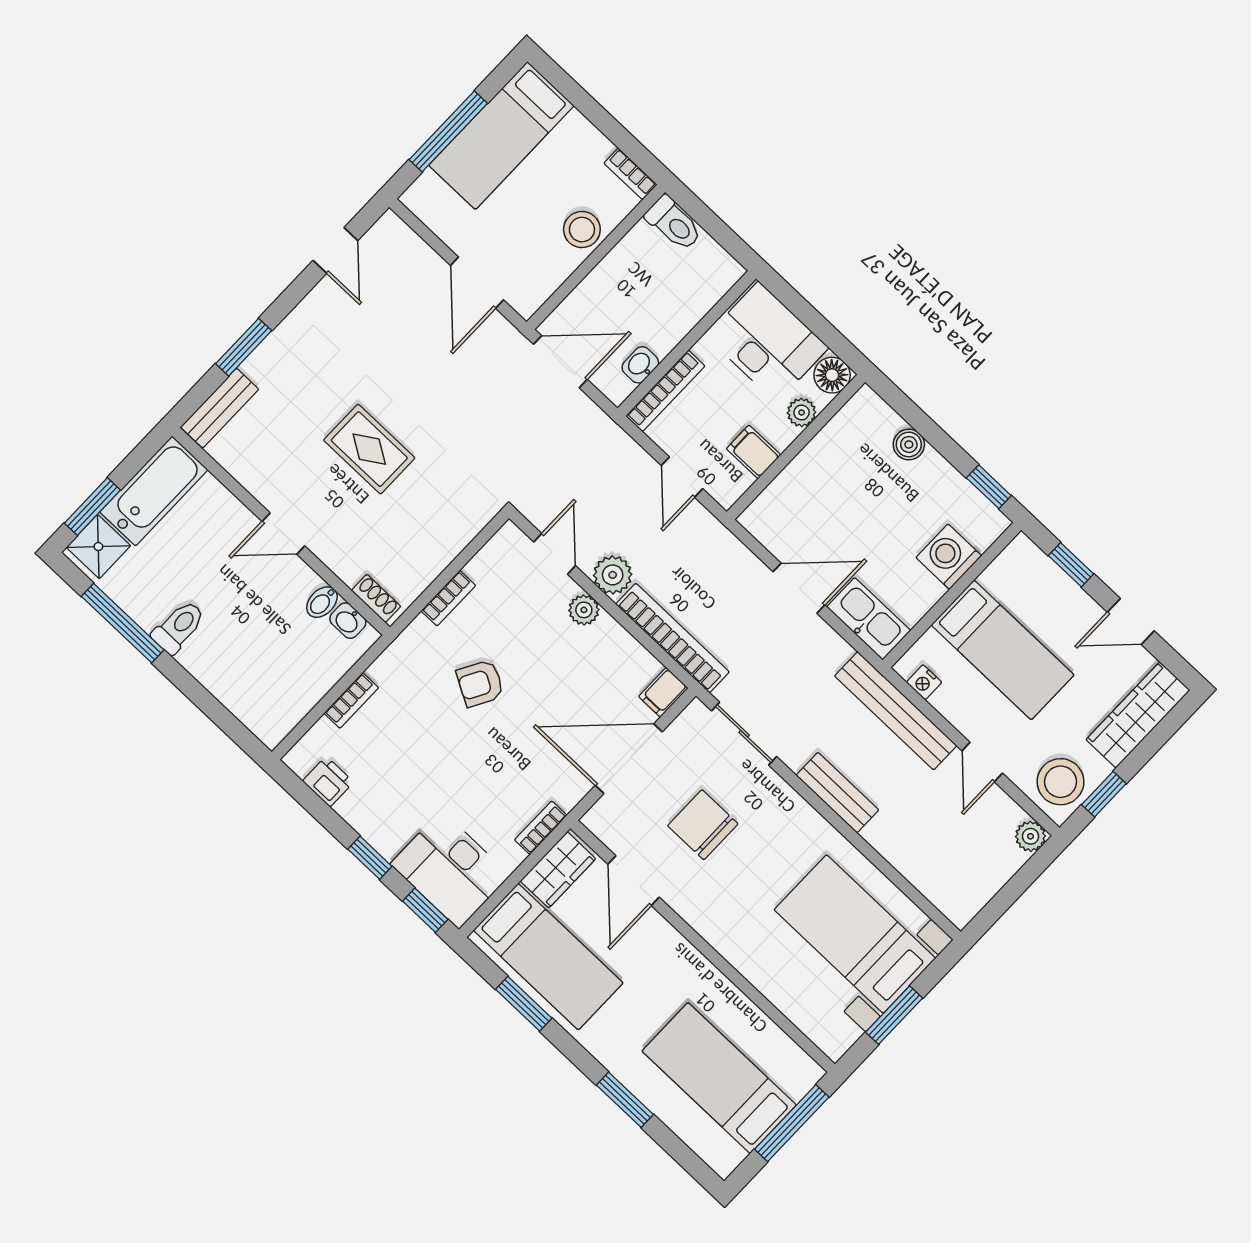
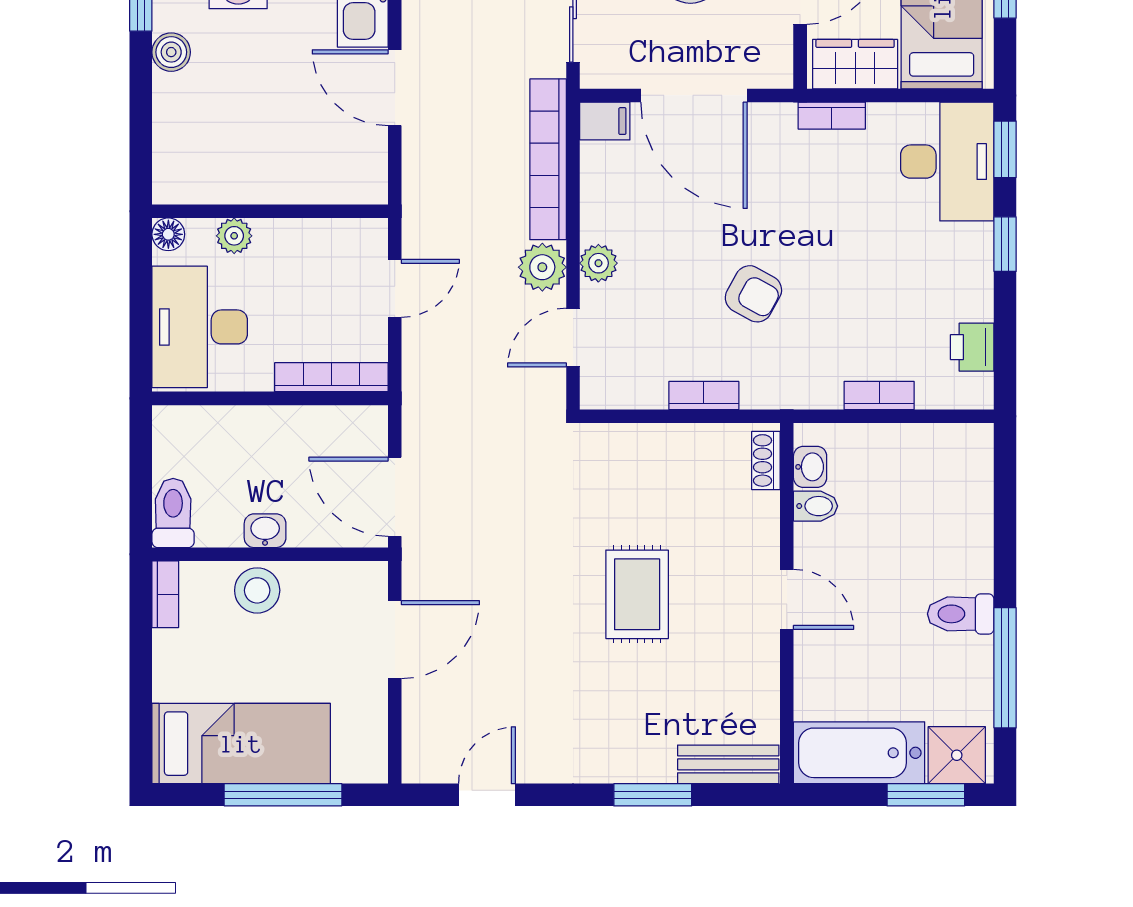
washbasin: (640, 365) -> (265, 531), moved, turned 180
floor lamp: (832, 375) -> (168, 234), width x0.73, depth x0.73
boiler: (909, 444) -> (171, 52), moved
filing cabinet: (754, 452) -> (311, 245), removed

